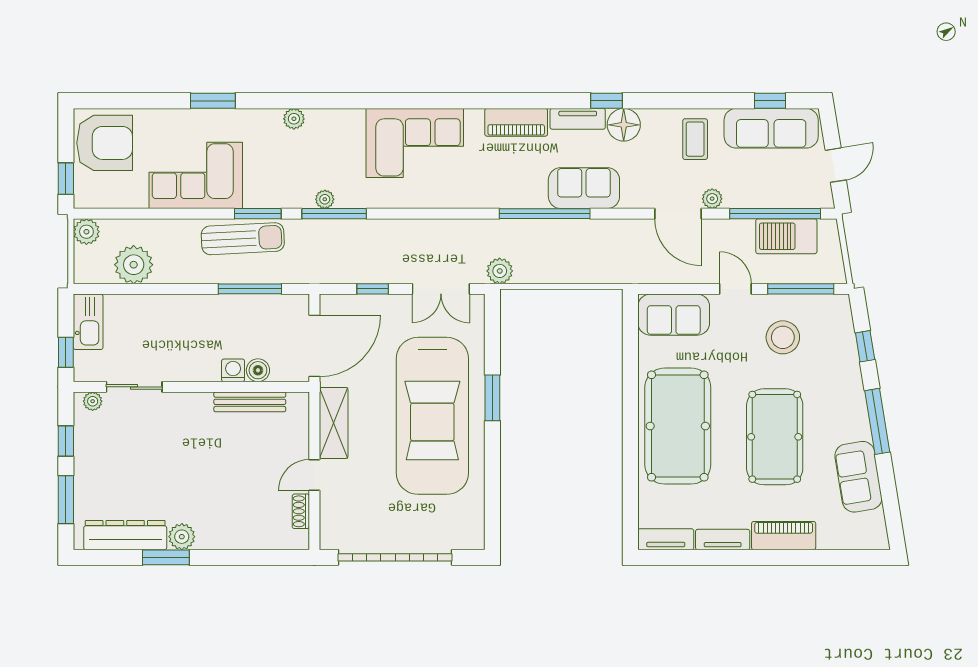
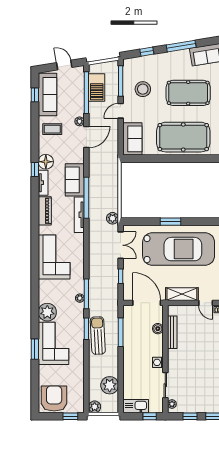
plant: (294, 119) -> (47, 312), width x1.87, depth x1.87
corner sofa: (196, 175) -> (53, 343), moved, turned 180
tv unit: (507, 198) -> (79, 215), added
washing machine: (233, 370) -> (158, 362), moved

